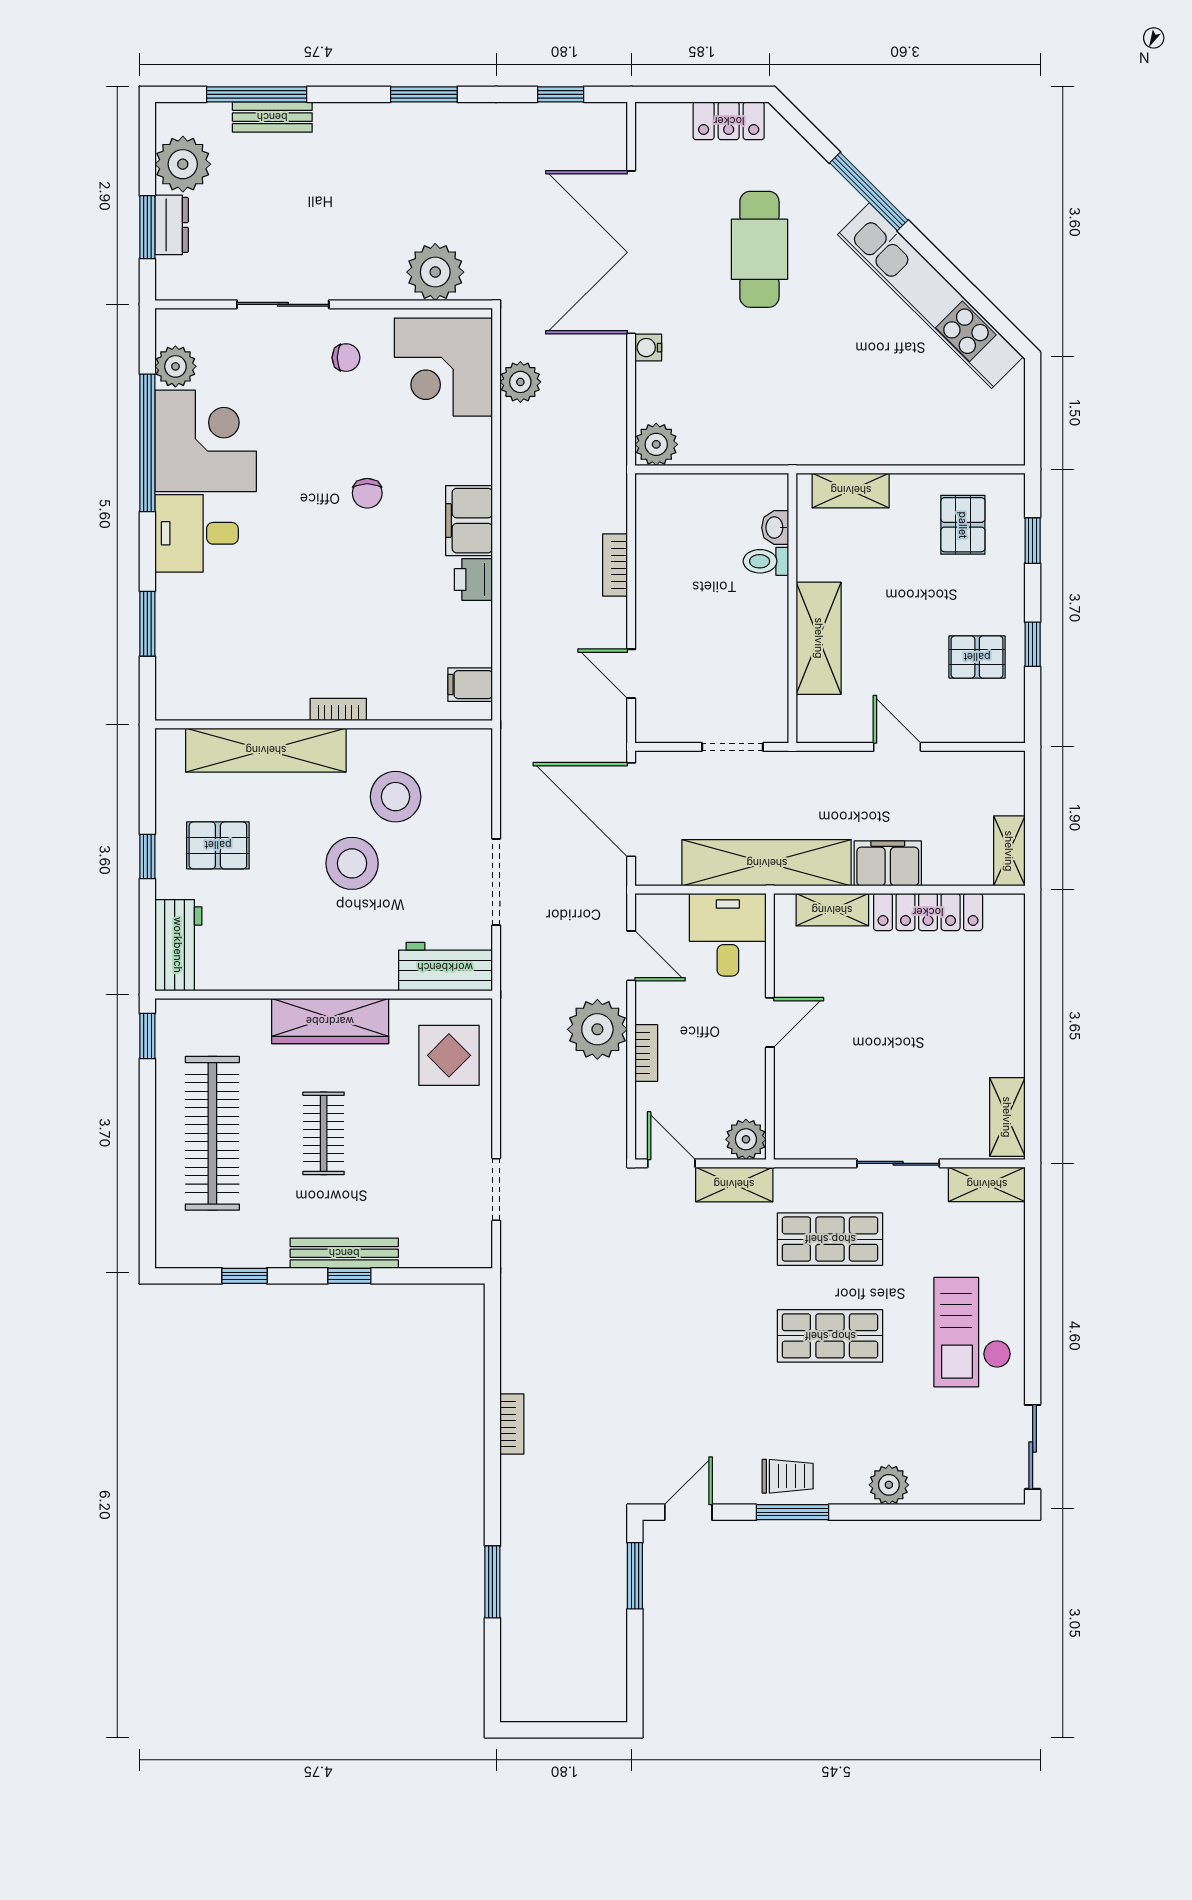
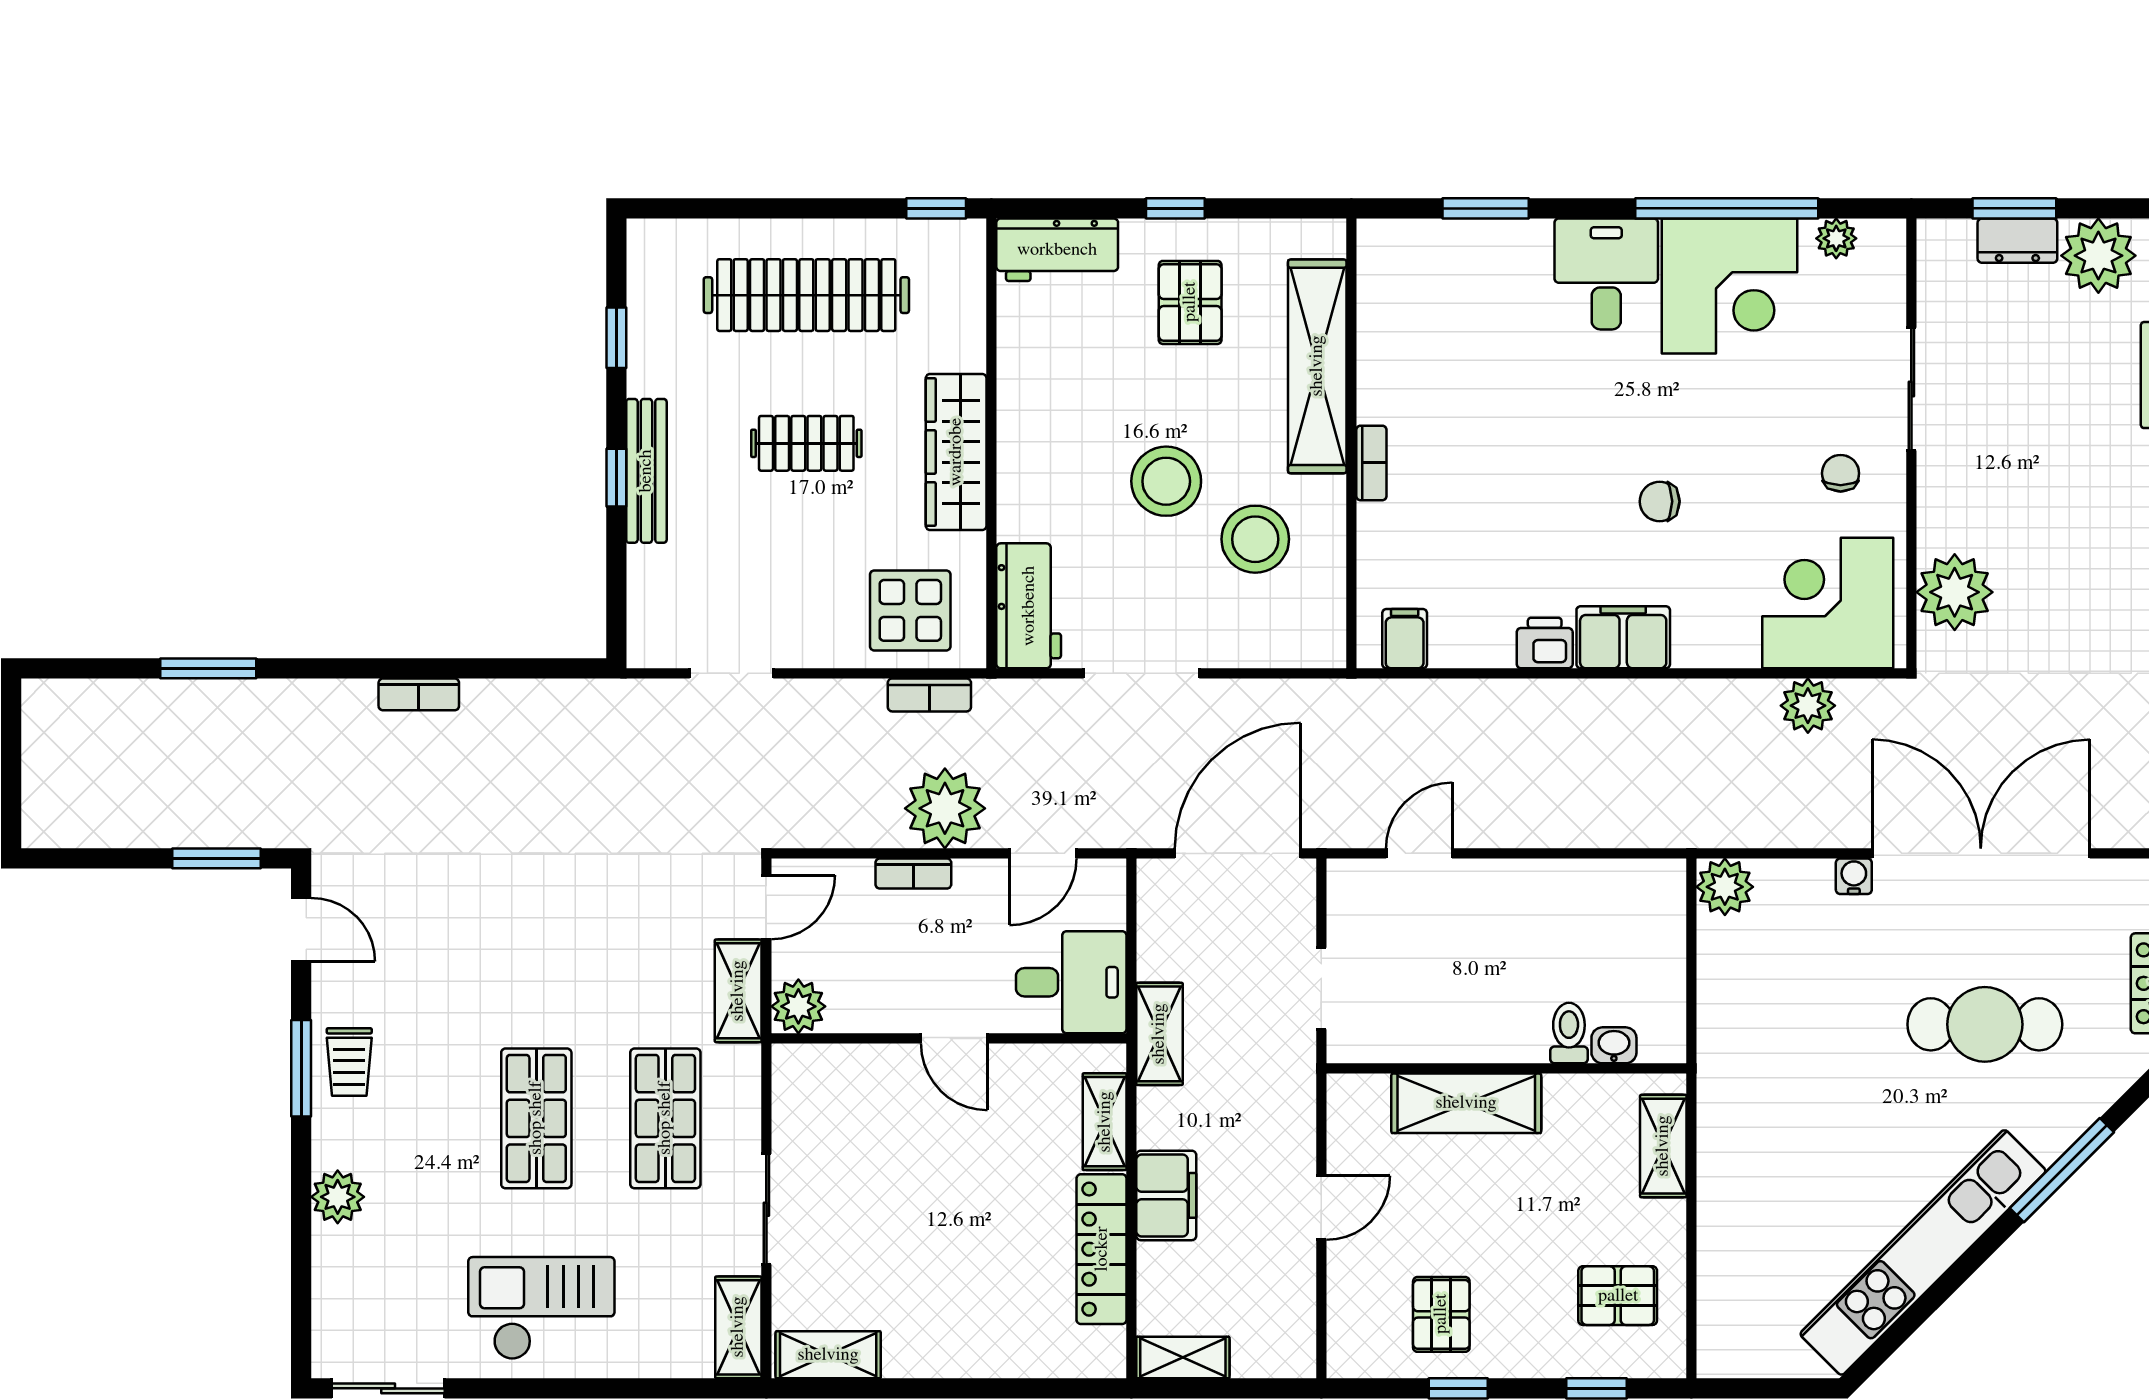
chair: (346, 358) -> (1841, 473), turned 180
plant: (175, 366) -> (1836, 238), width x0.73, depth x0.73
bookcase: (615, 565) -> (929, 695), moved, turned 180
shelving: (767, 863) -> (1159, 1034), width x0.45, depth x0.75

